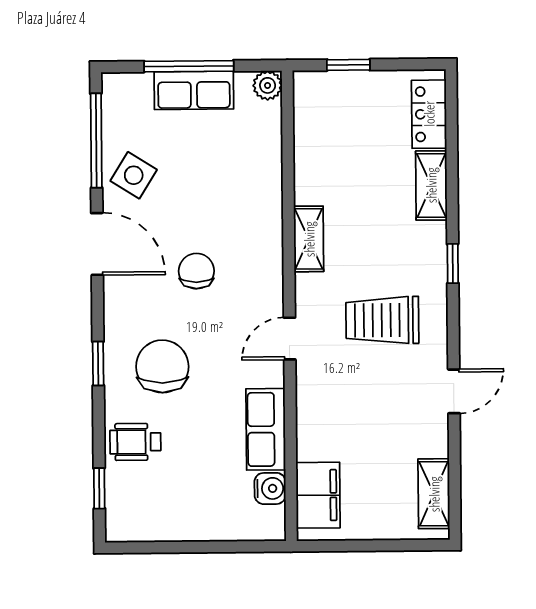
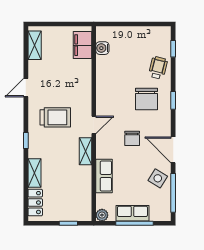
door: (290, 339) -> (94, 125), moved
row of seats: (266, 429) -> (104, 176), moved
wheelchair: (135, 442) -> (158, 68), turned -76

